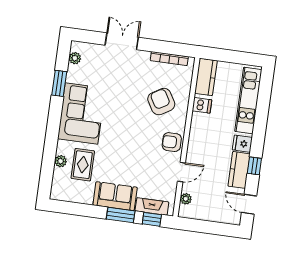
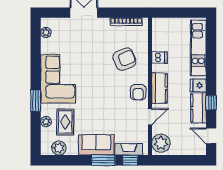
kitchen counter: (206, 77) -> (159, 88), moved
window: (59, 83) -> (36, 101), moved
armchair: (161, 102) -> (124, 59), turned 99
armchair: (172, 142) -> (138, 92), turned -90
plant: (71, 194) -> (59, 148), added
plant: (186, 199) -> (161, 143), width x1.88, depth x1.88

